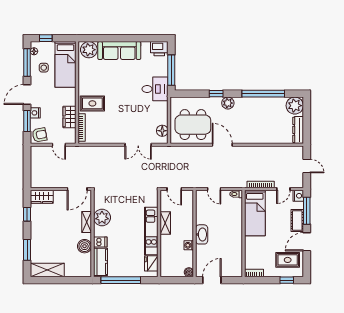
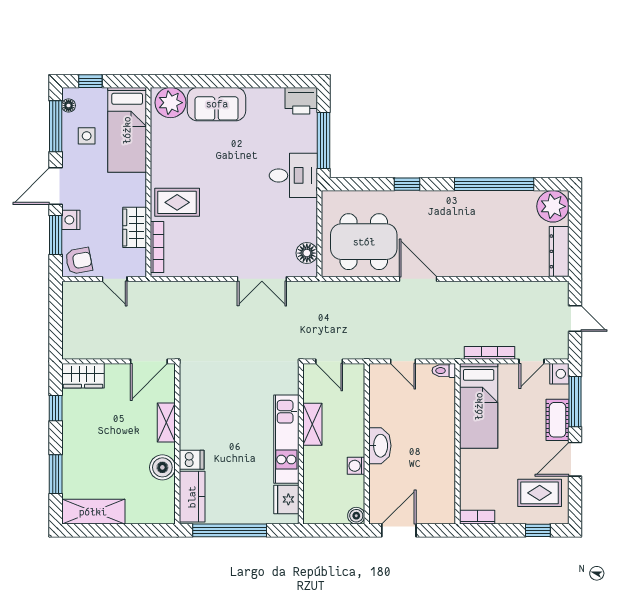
sofa: (119, 51) -> (217, 104), width x0.73
plant: (228, 103) -> (428, 202), removed
plant: (102, 217) -> (195, 414), removed

